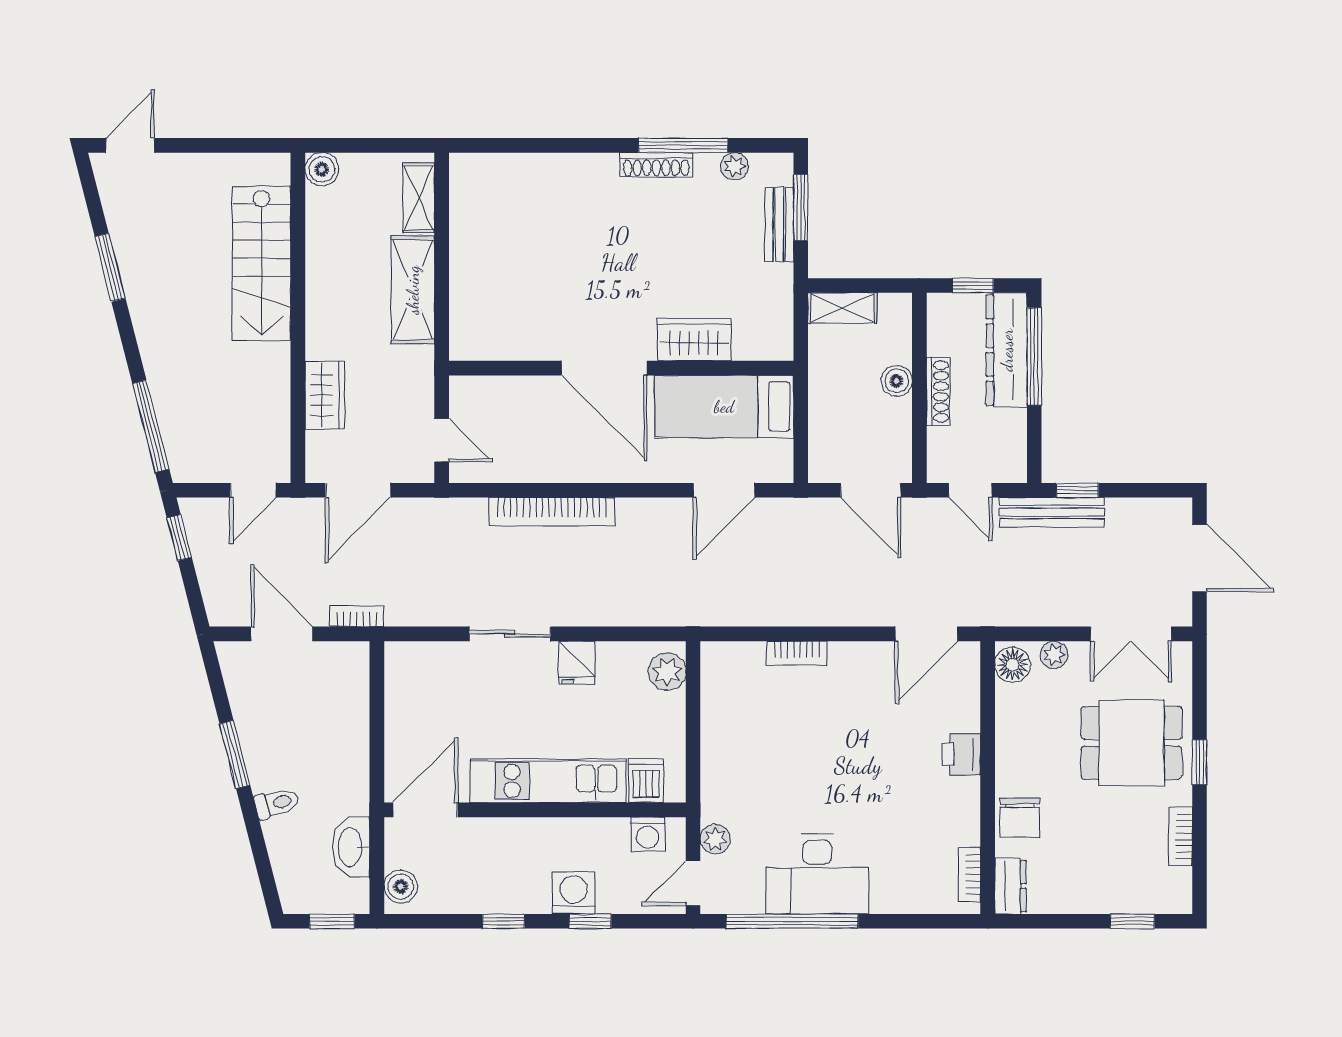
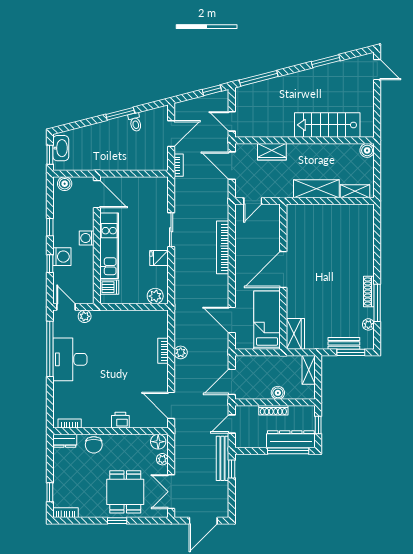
wardrobe: (694, 339) -> (295, 334), moved
plant: (801, 611) -> (181, 352), added
toilet: (277, 803) -> (135, 122), moved
chair: (1020, 818) -> (94, 445), turned -90
washing machine: (648, 834) -> (87, 238), moved
bookcase: (1180, 837) -> (65, 513), moved
washbasin: (351, 847) -> (61, 148), moved, turned 90

